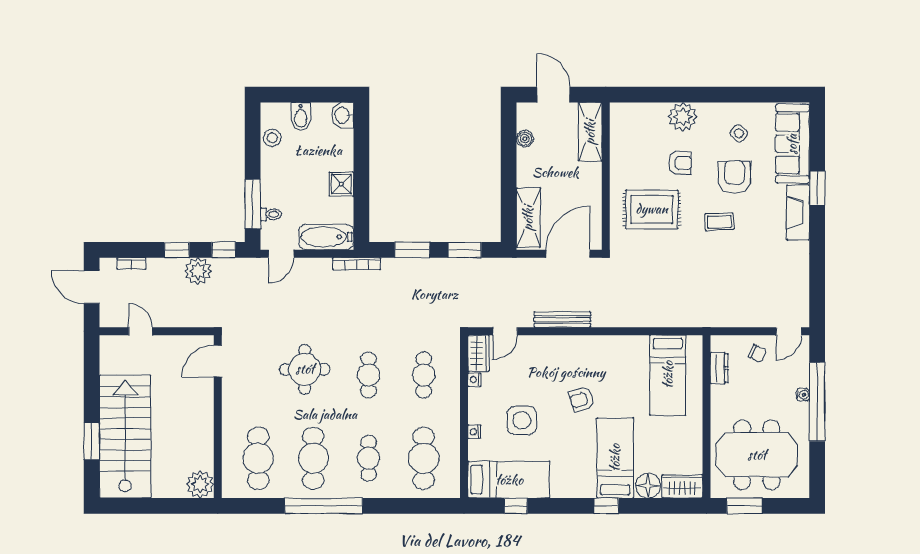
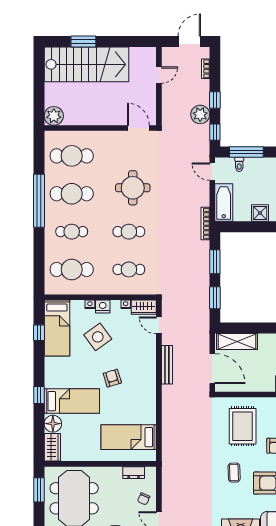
nightstand: (477, 413) -> (103, 306), added
side table: (522, 420) -> (98, 337), turned -36

